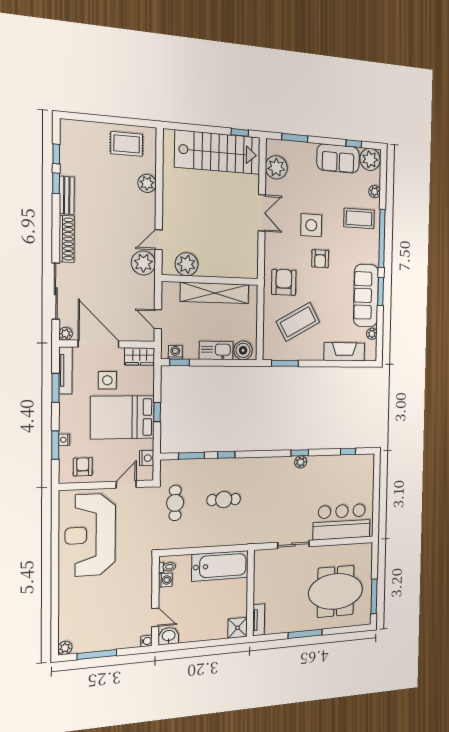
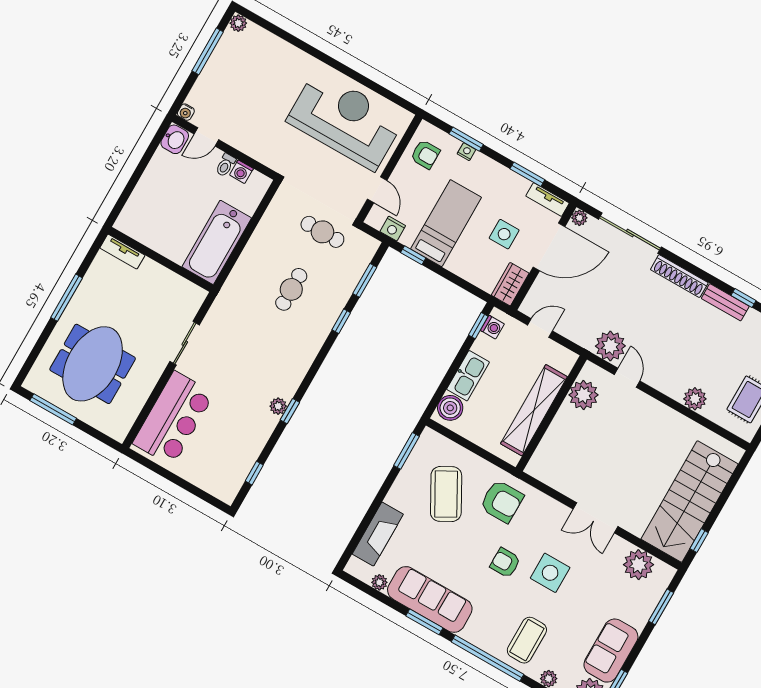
tv unit: (65, 370) -> (548, 200), width x0.71
window: (157, 412) -> (413, 255), moved
bed: (123, 417) -> (446, 223), width x0.67
toilet: (167, 567) -> (225, 165), moved
shower: (237, 628) -> (130, 222), removed

